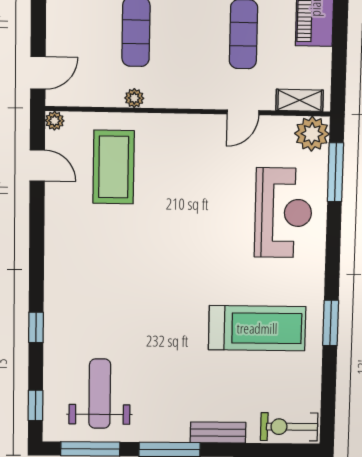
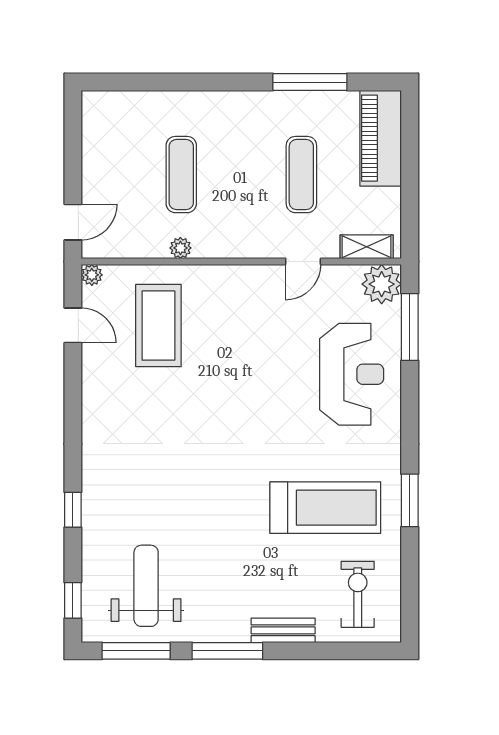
exercise bike: (289, 427) -> (358, 594), moved, turned 90

